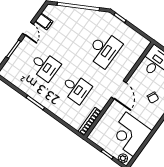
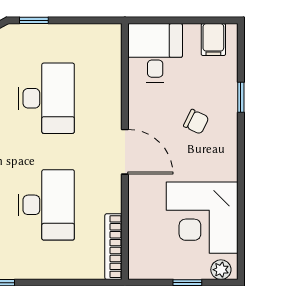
desk: (76, 89) -> (46, 205), width x1.37

